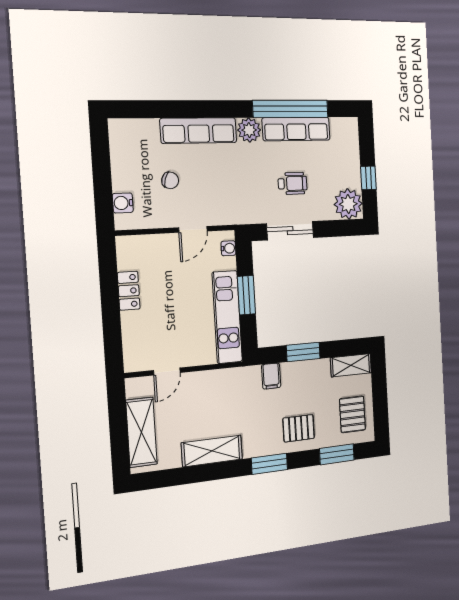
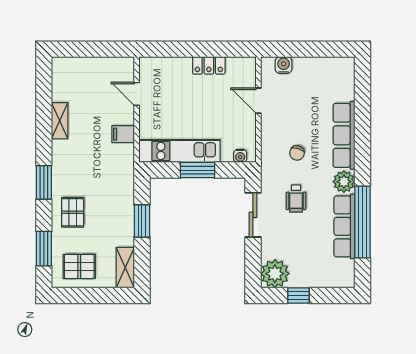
chair: (170, 180) -> (297, 153), moved
wheelchair: (293, 183) -> (296, 199), moved
door: (193, 229) -> (258, 101), moved
filing cabinet: (271, 376) -> (123, 134), moved
shelving: (141, 432) -> (87, 68), removed
shelving: (212, 451) -> (60, 121), width x0.67, depth x0.75

